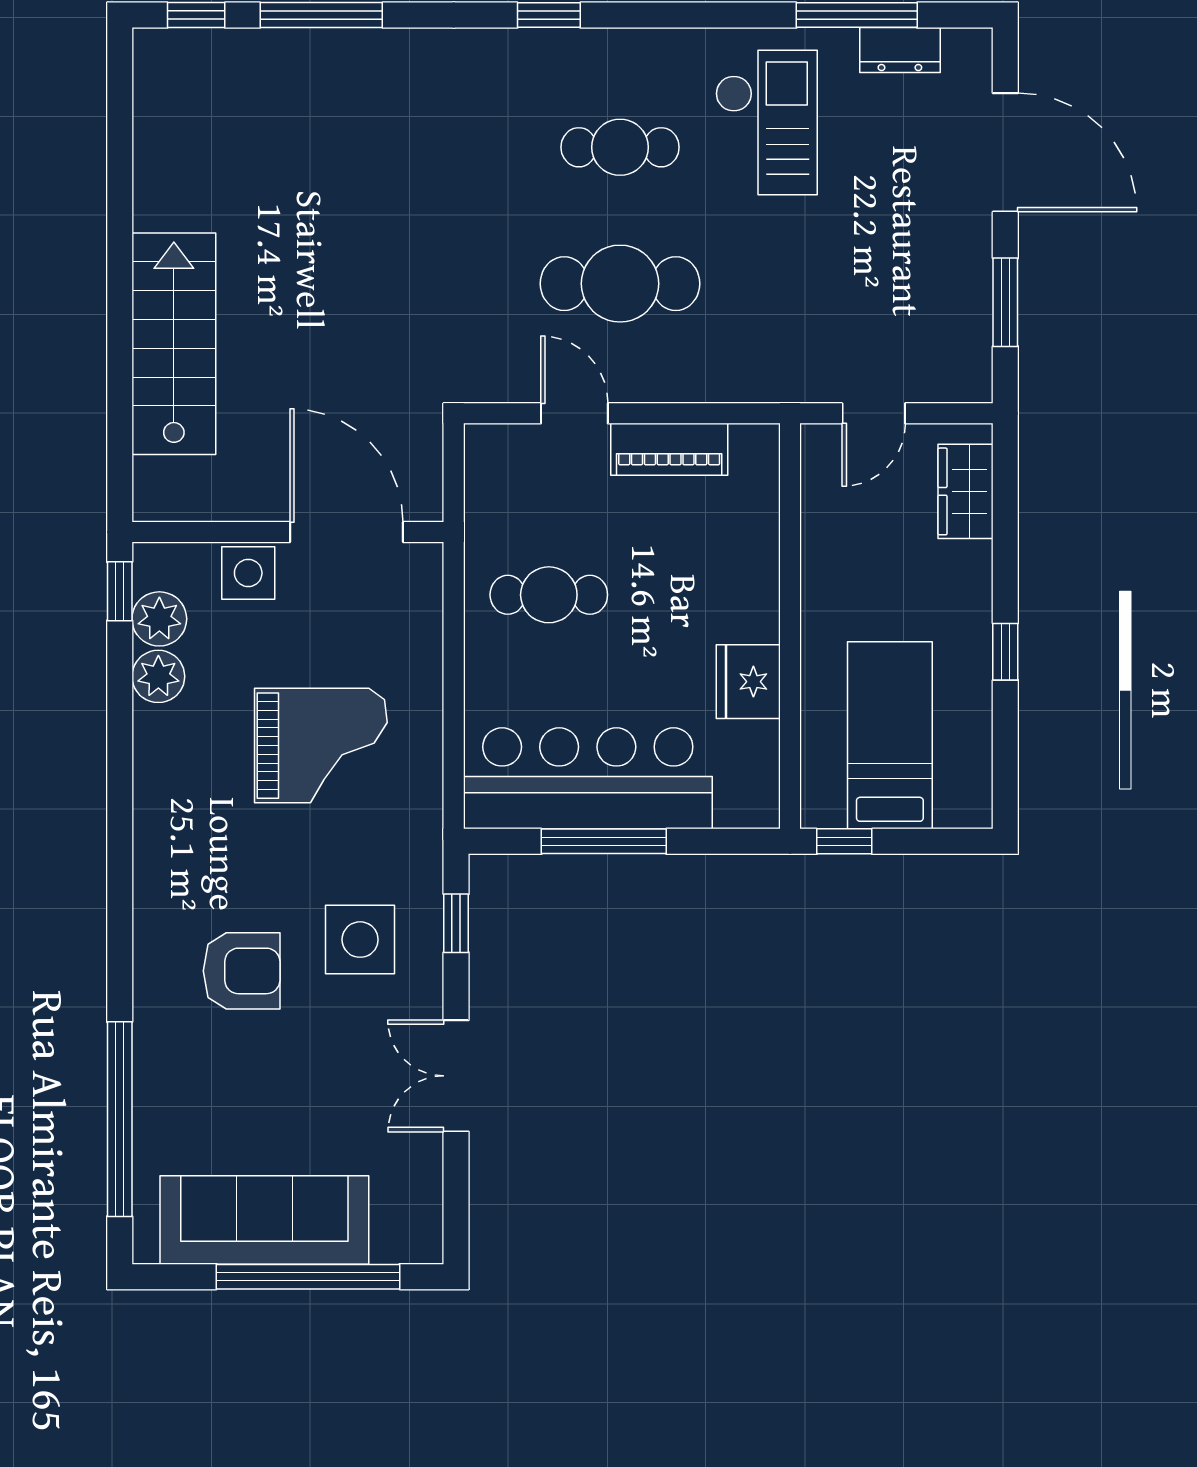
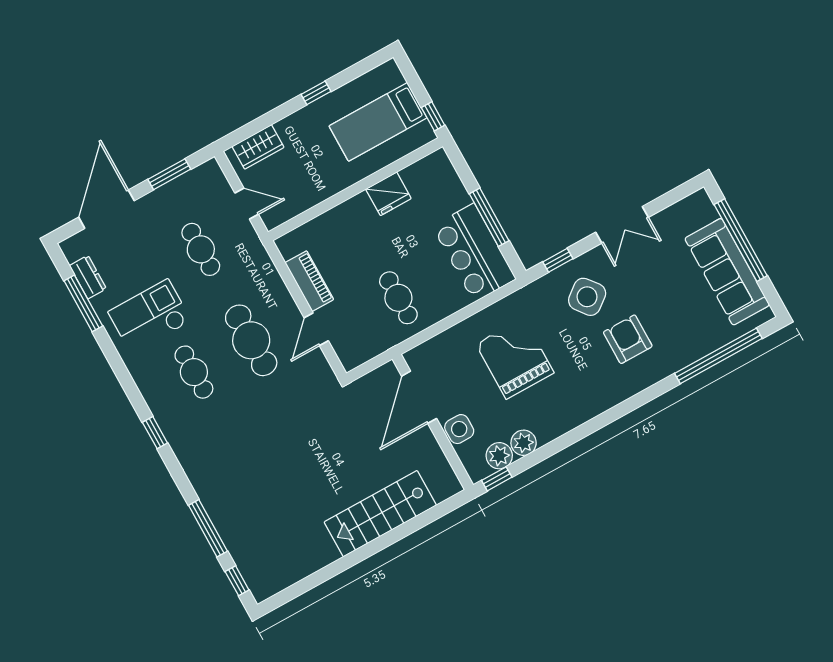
cafe table: (836, 284) -> (201, 249), added
bar counter: (588, 778) -> (474, 253), width x0.73
side table: (360, 940) -> (587, 297), turned -38

